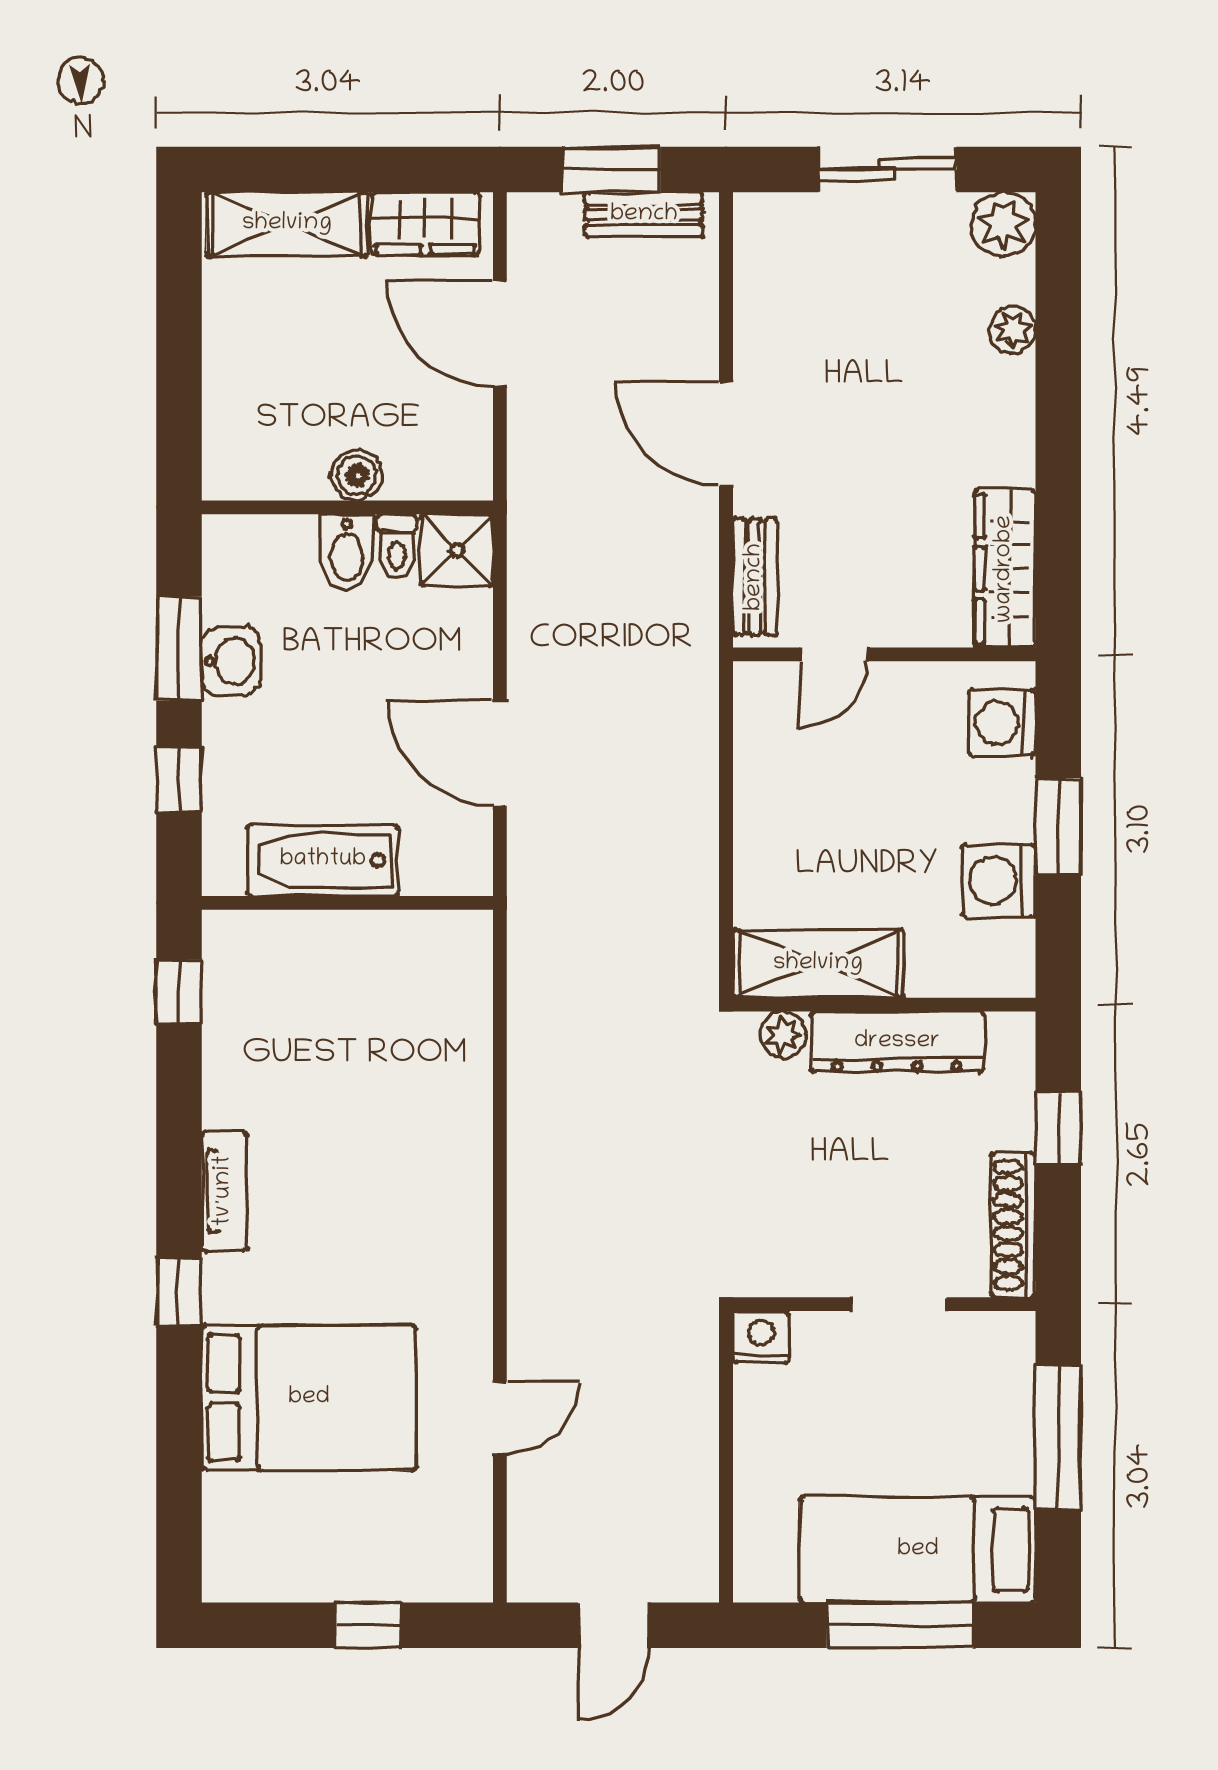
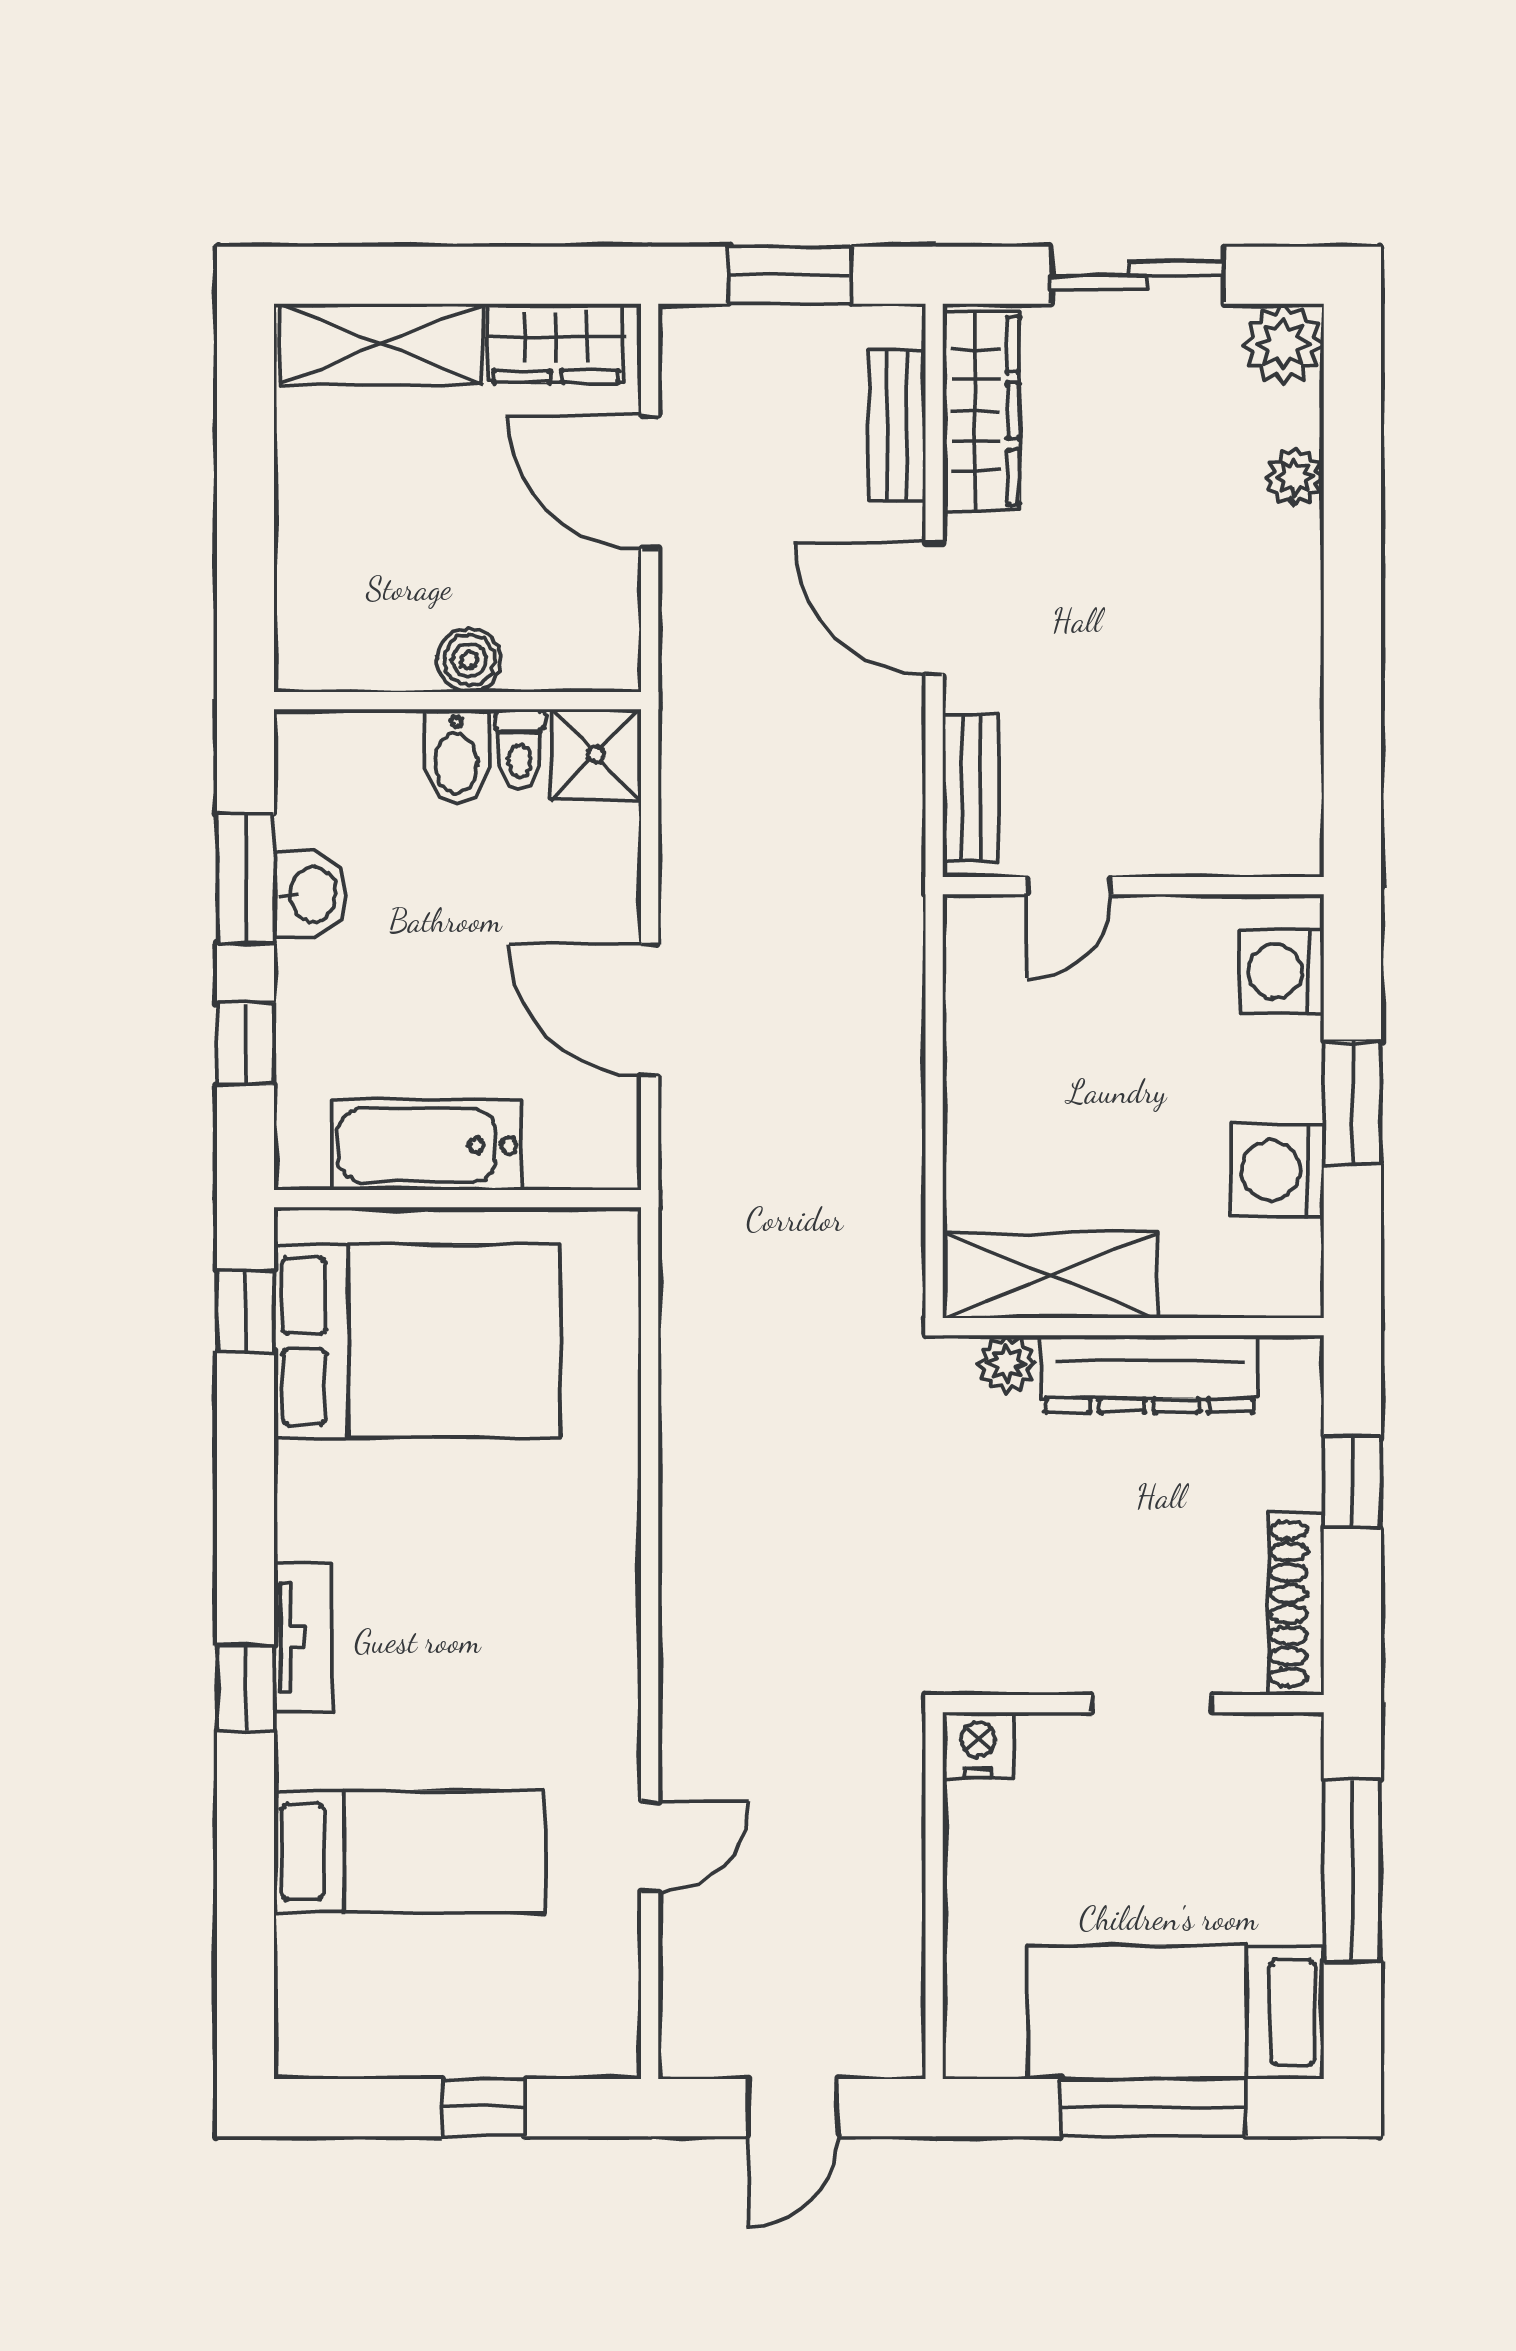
bench: (644, 215) -> (897, 425), moved, turned 90
wardrobe: (1005, 569) -> (981, 411), moved, turned 180
bed: (315, 1016) -> (417, 1341), added
tv unit: (224, 1191) -> (303, 1637), moved
bed: (309, 1398) -> (409, 1852), width x0.67

